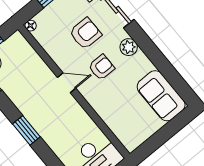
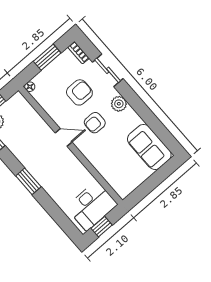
armchair: (101, 67) -> (95, 123), turned 180

